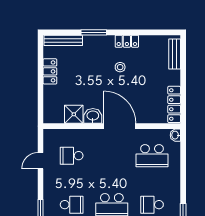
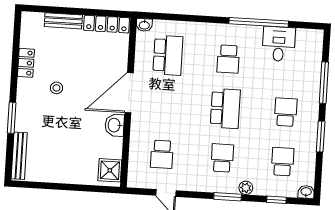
locker: (127, 41) -> (26, 63), moved
bench: (175, 54) -> (63, 21), moved
locker: (50, 71) -> (56, 175), removed
shower: (74, 114) -> (110, 170), moved

